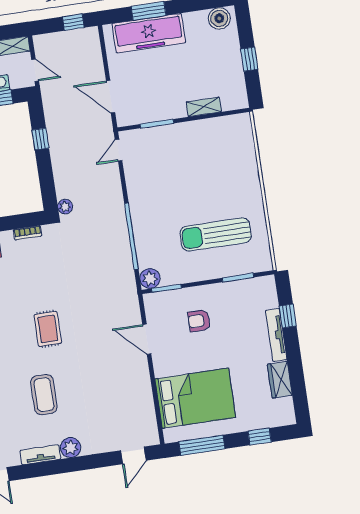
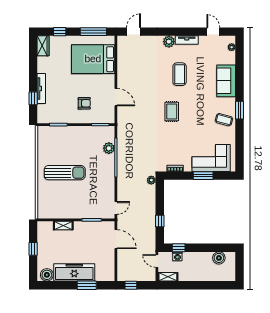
freezer: (149, 33) -> (74, 272), moved
sun lounger: (216, 234) -> (65, 173), moved
plant: (150, 279) -> (109, 148), moved
wardrobe: (280, 380) -> (43, 46), moved

